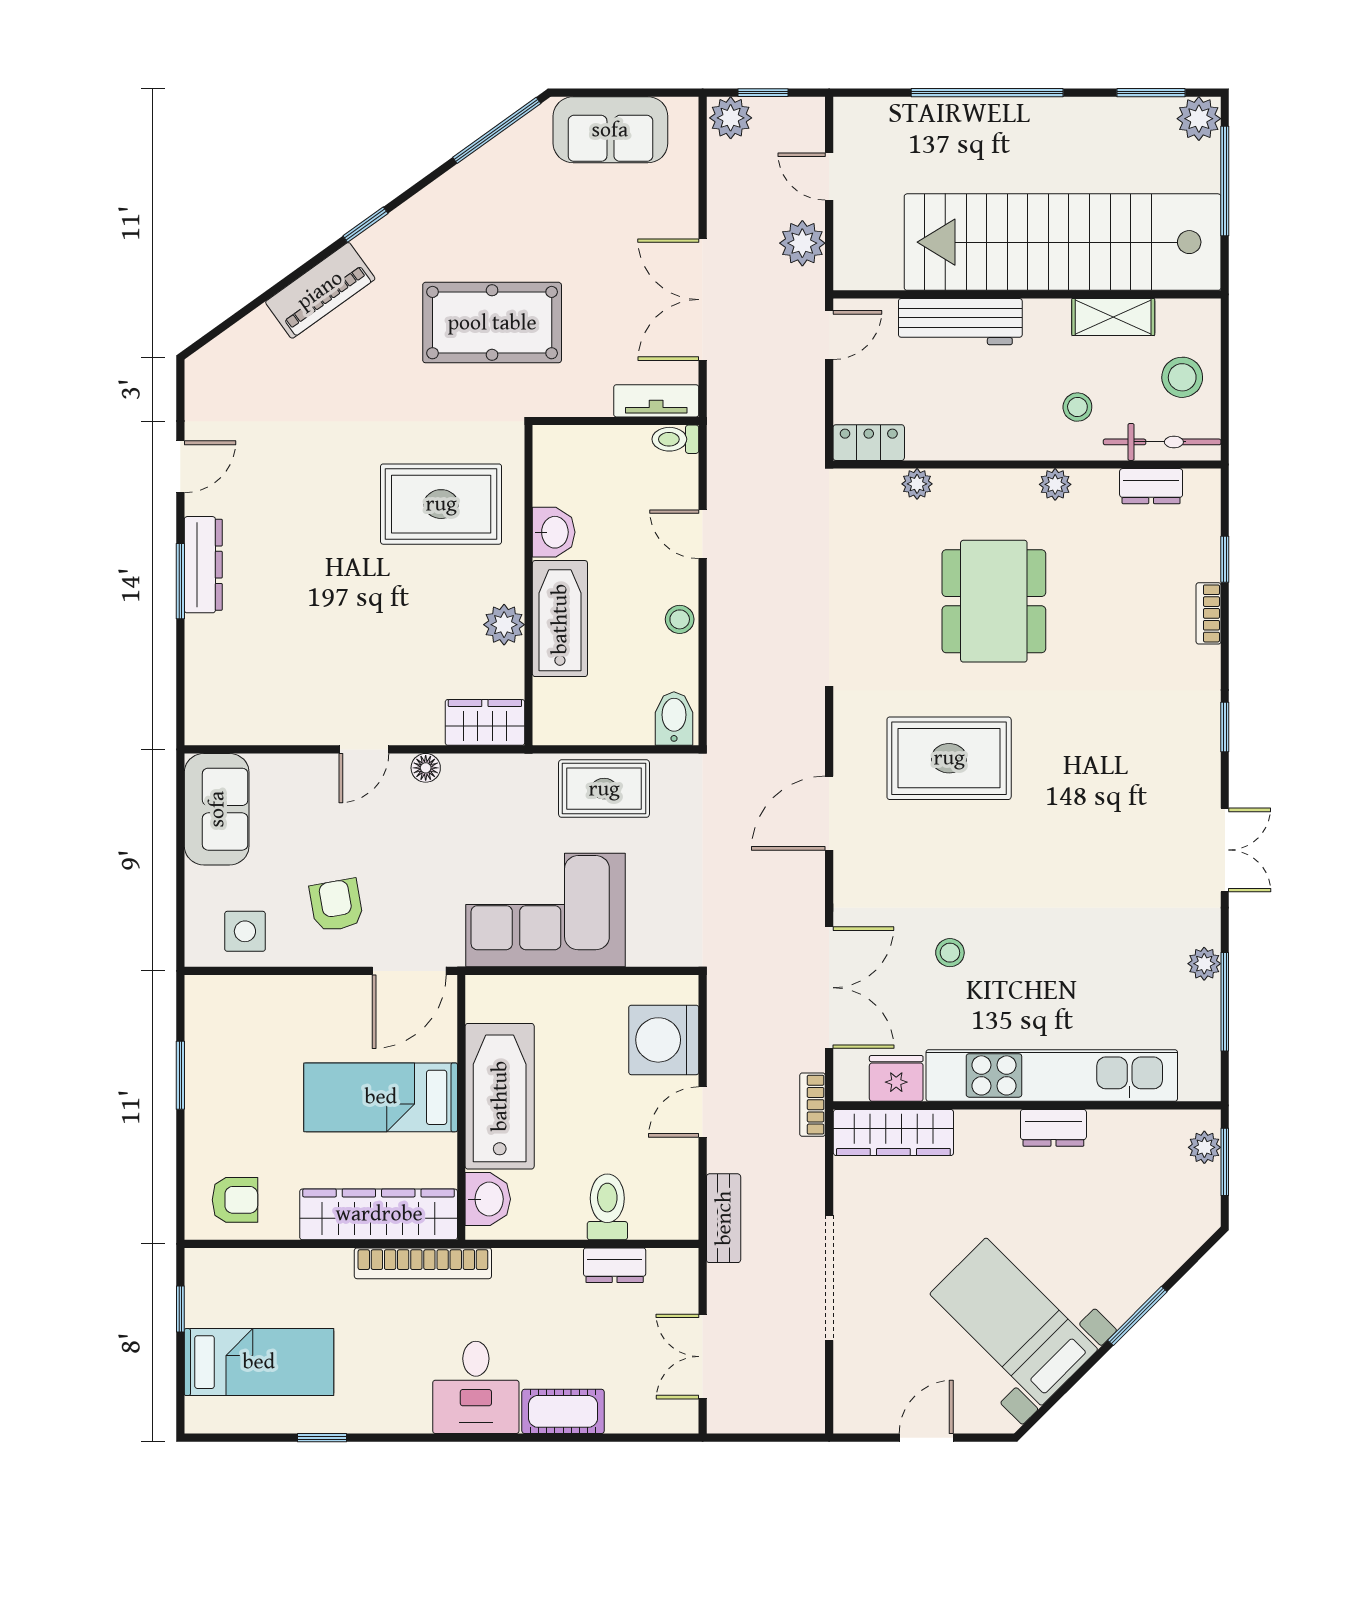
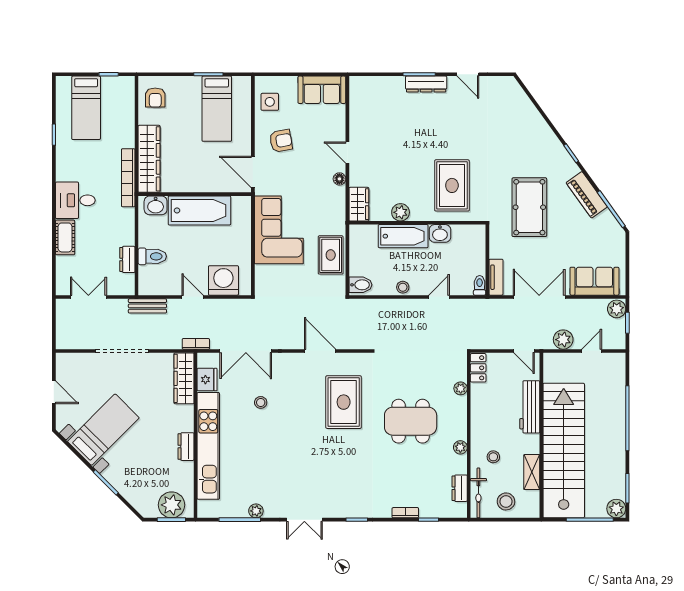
sofa: (610, 130) -> (594, 281), moved, turned 90
piano: (320, 290) -> (587, 195), moved
bed: (381, 1097) -> (217, 109), moved, turned 180
plant: (1204, 1147) -> (172, 505), width x1.87, depth x1.87

